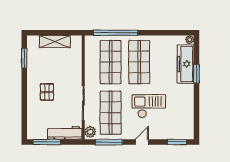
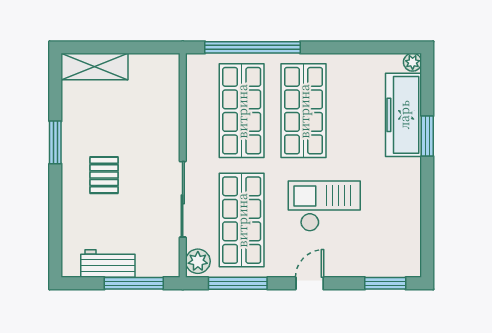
shelving: (55, 42) -> (94, 67), moved
window: (24, 58) -> (55, 142), moved
workbench: (65, 133) -> (108, 264), moved, width x0.73
window: (47, 142) -> (134, 283), moved

